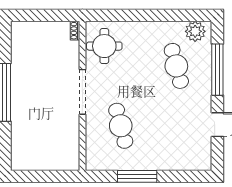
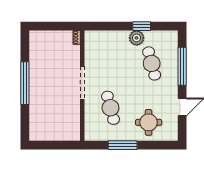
window: (163, 15) -> (142, 26), added
plant: (195, 31) -> (137, 38), moved
round table: (104, 46) -> (149, 122), moved

